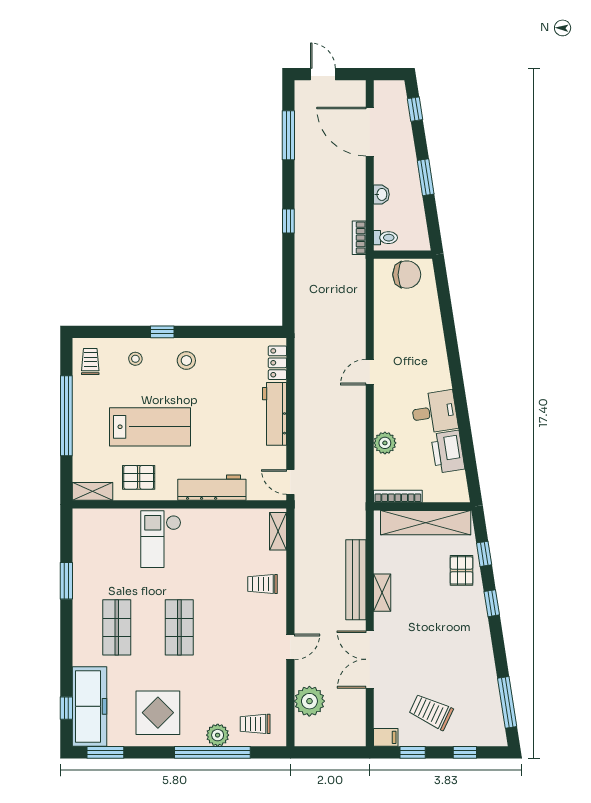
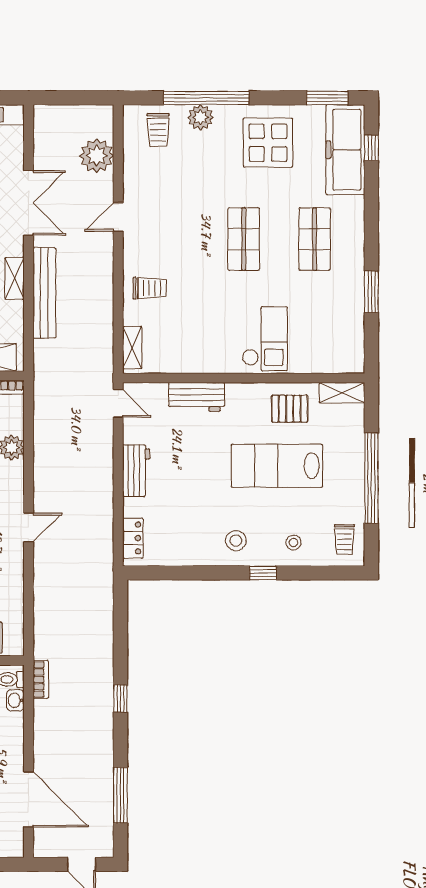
washbasin: (381, 194) -> (15, 700), moved
workbench: (275, 414) -> (136, 471), width x0.73
workbench: (212, 488) -> (197, 397), width x0.73
trolley: (255, 724) -> (158, 130), turned 90

